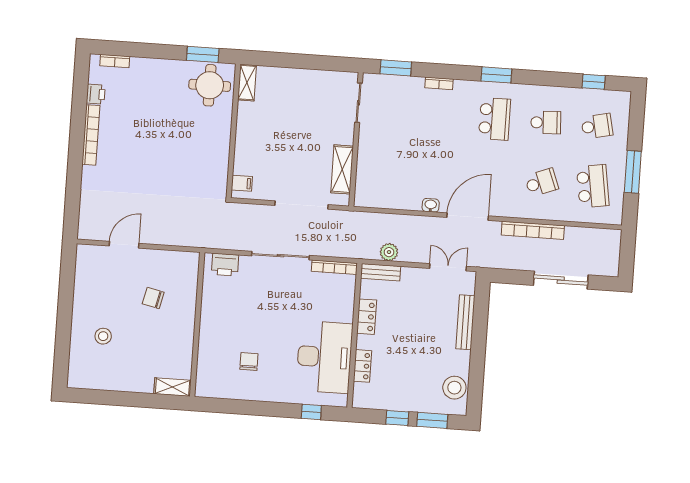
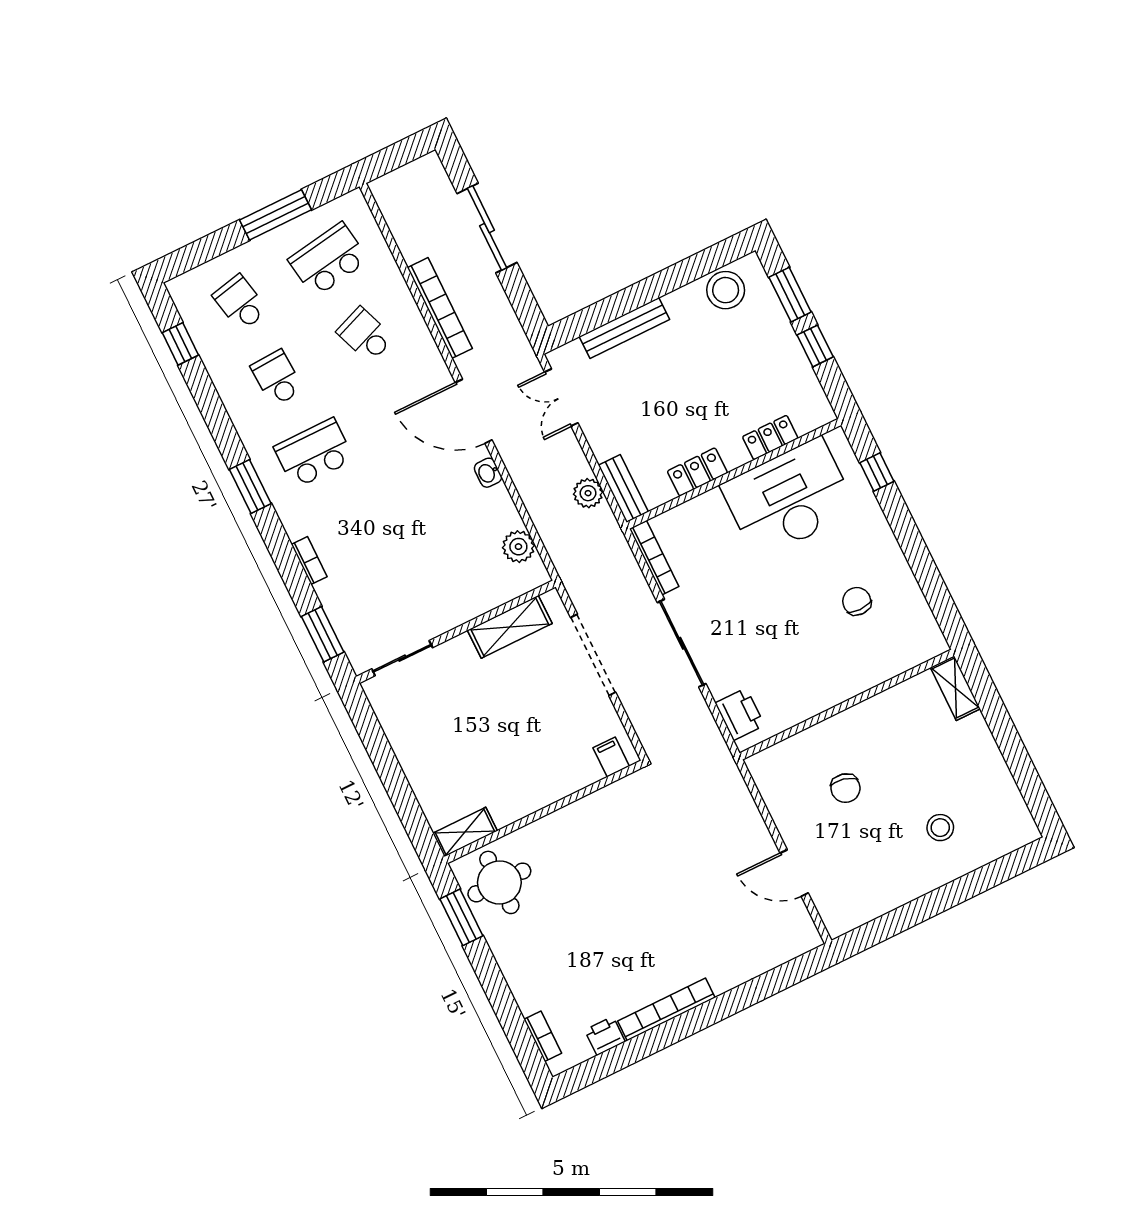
plant: (382, 199) -> (518, 547), added
chair: (249, 361) -> (857, 601), turned 90

